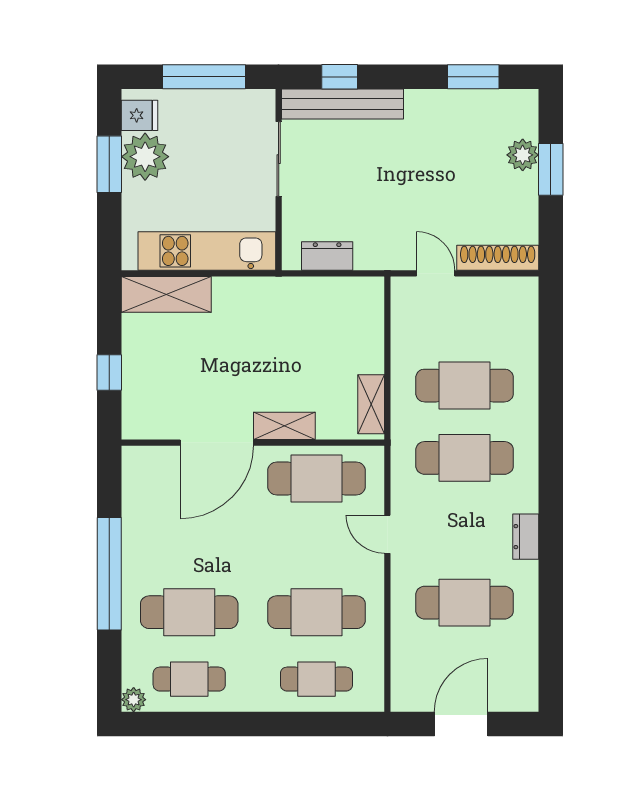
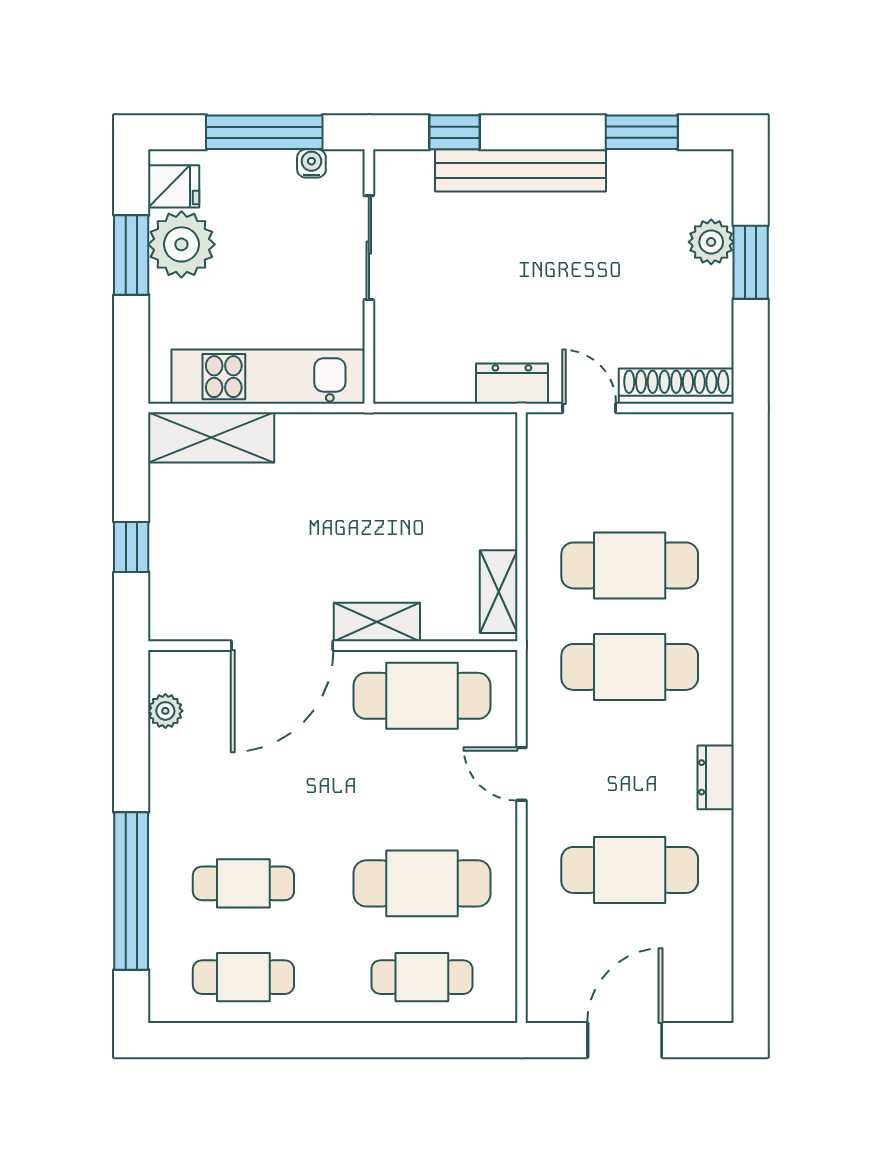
water cooler: (238, 99) -> (311, 163), added
bench: (342, 104) -> (521, 170), moved
dresser: (327, 256) -> (512, 384), moved
window: (109, 574) -> (131, 891), moved
cafe table: (189, 612) -> (243, 883), width x0.73, depth x0.74
plant: (134, 700) -> (165, 711), moved

